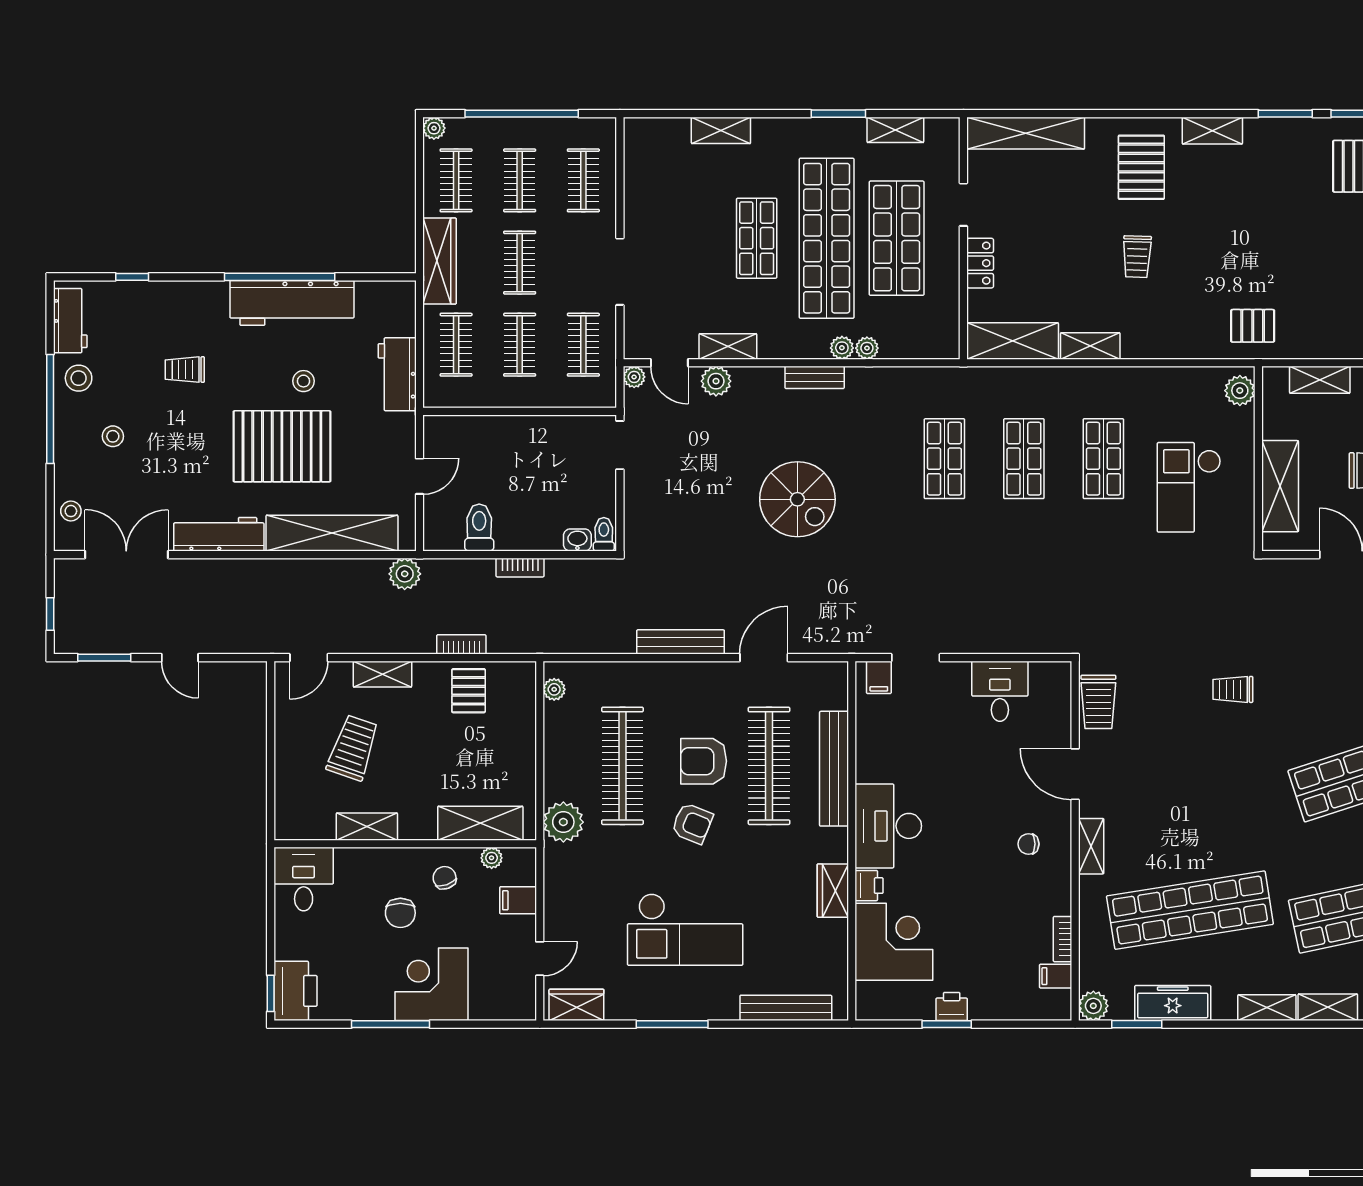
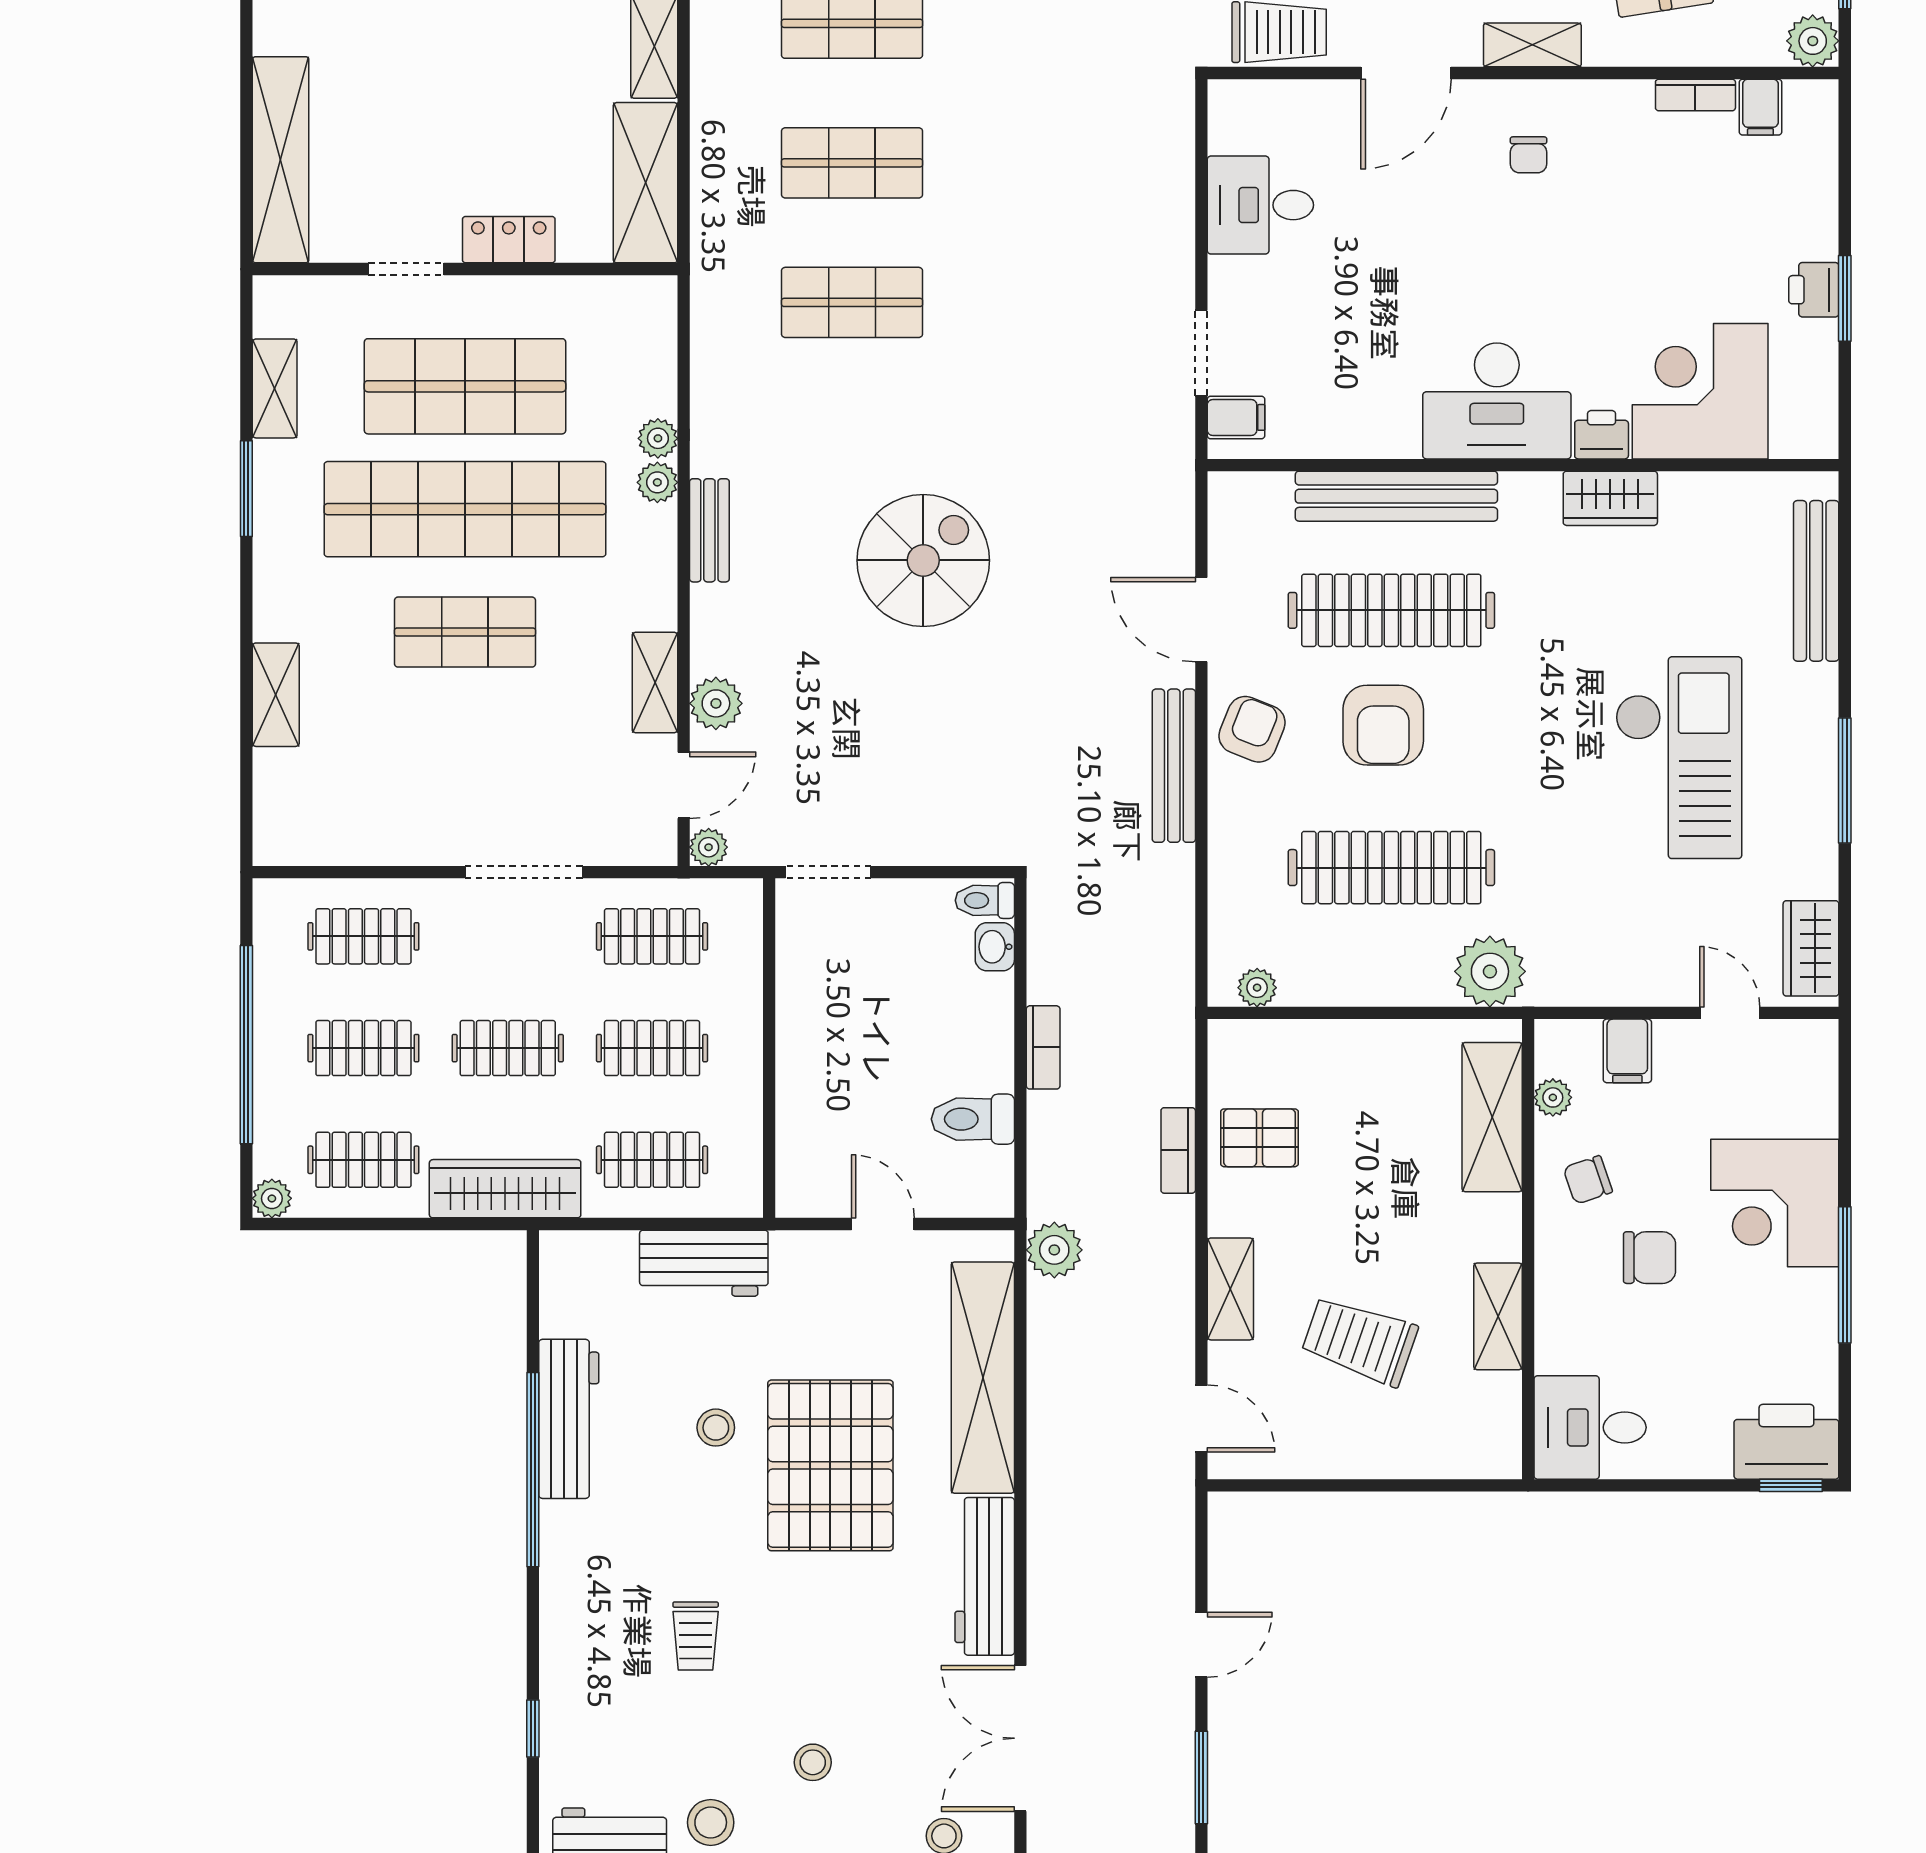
workbench: (292, 303) -> (569, 1419), width x0.73, depth x0.76
armchair: (692, 823) -> (1252, 729), moved

